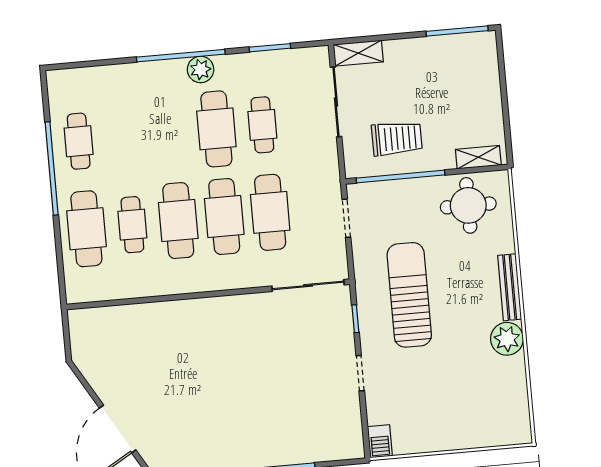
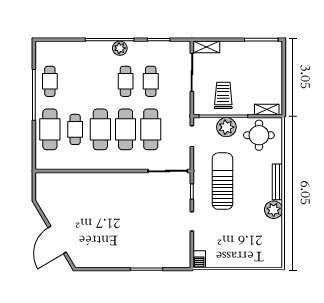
cafe table: (216, 129) -> (126, 81), width x0.73, depth x0.74
trolley: (397, 138) -> (223, 95), turned -90
plant: (408, 196) -> (226, 127), added

